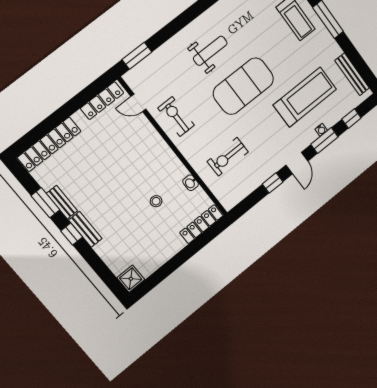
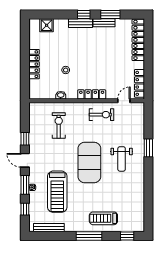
window: (137, 56) -> (148, 148), moved
locker: (161, 147) -> (92, 94), added
locker: (201, 224) -> (34, 64), moved
shower: (131, 279) -> (47, 25), moved

